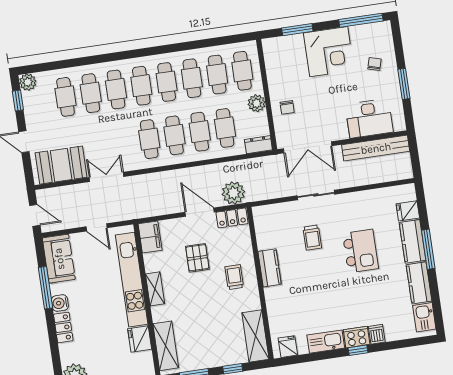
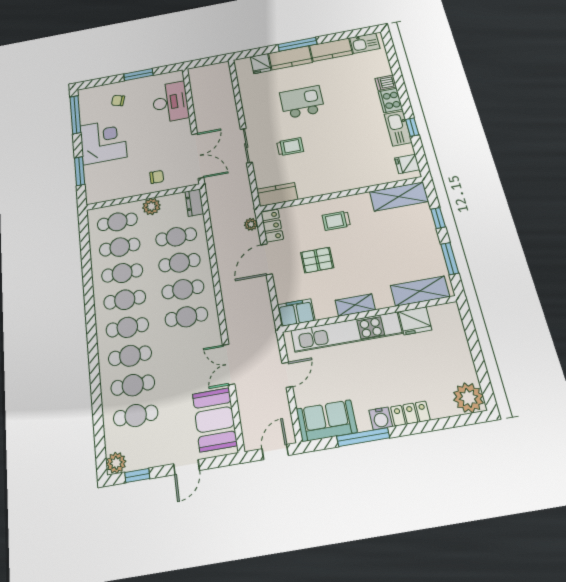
bench: (376, 148) -> (199, 95), removed
plant: (233, 193) -> (251, 224), width x0.53, depth x0.53
kitchen counter: (270, 268) -> (277, 194), moved
window: (358, 350) -> (412, 127), moved

